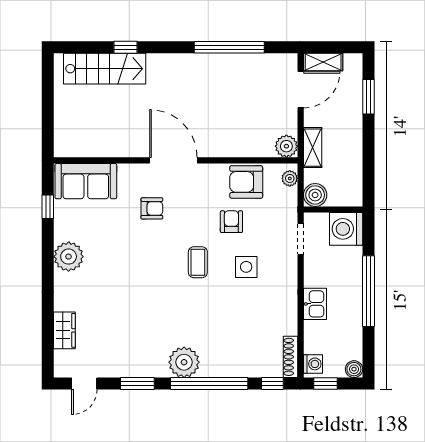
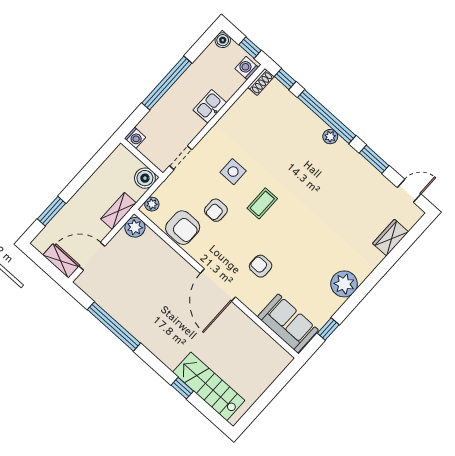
washing machine: (346, 229) -> (135, 138), width x0.53, depth x0.53
shoe rack: (291, 357) -> (261, 82), width x0.70
plant: (184, 362) -> (330, 137), width x0.53, depth x0.53

